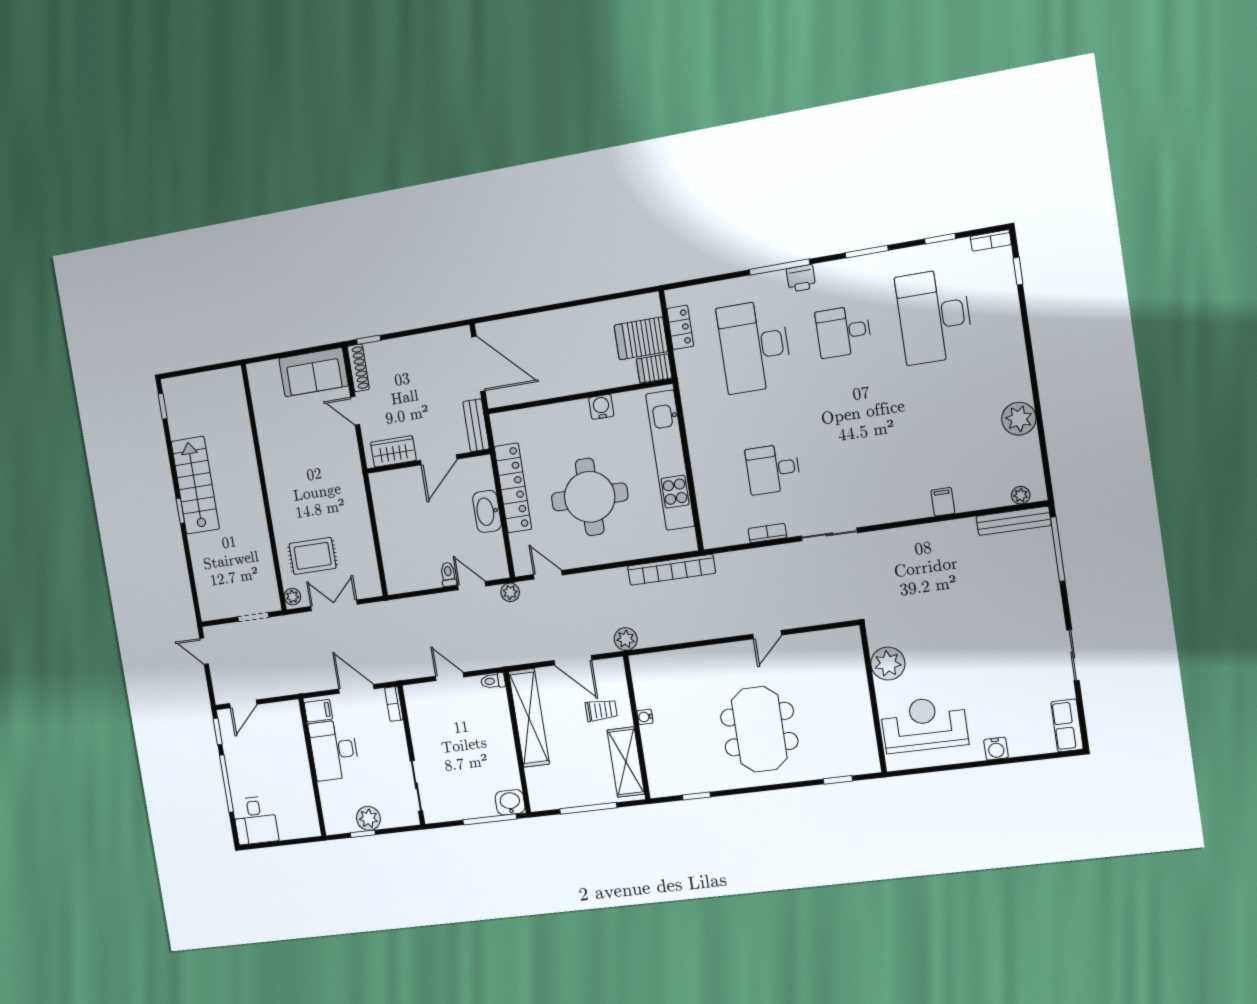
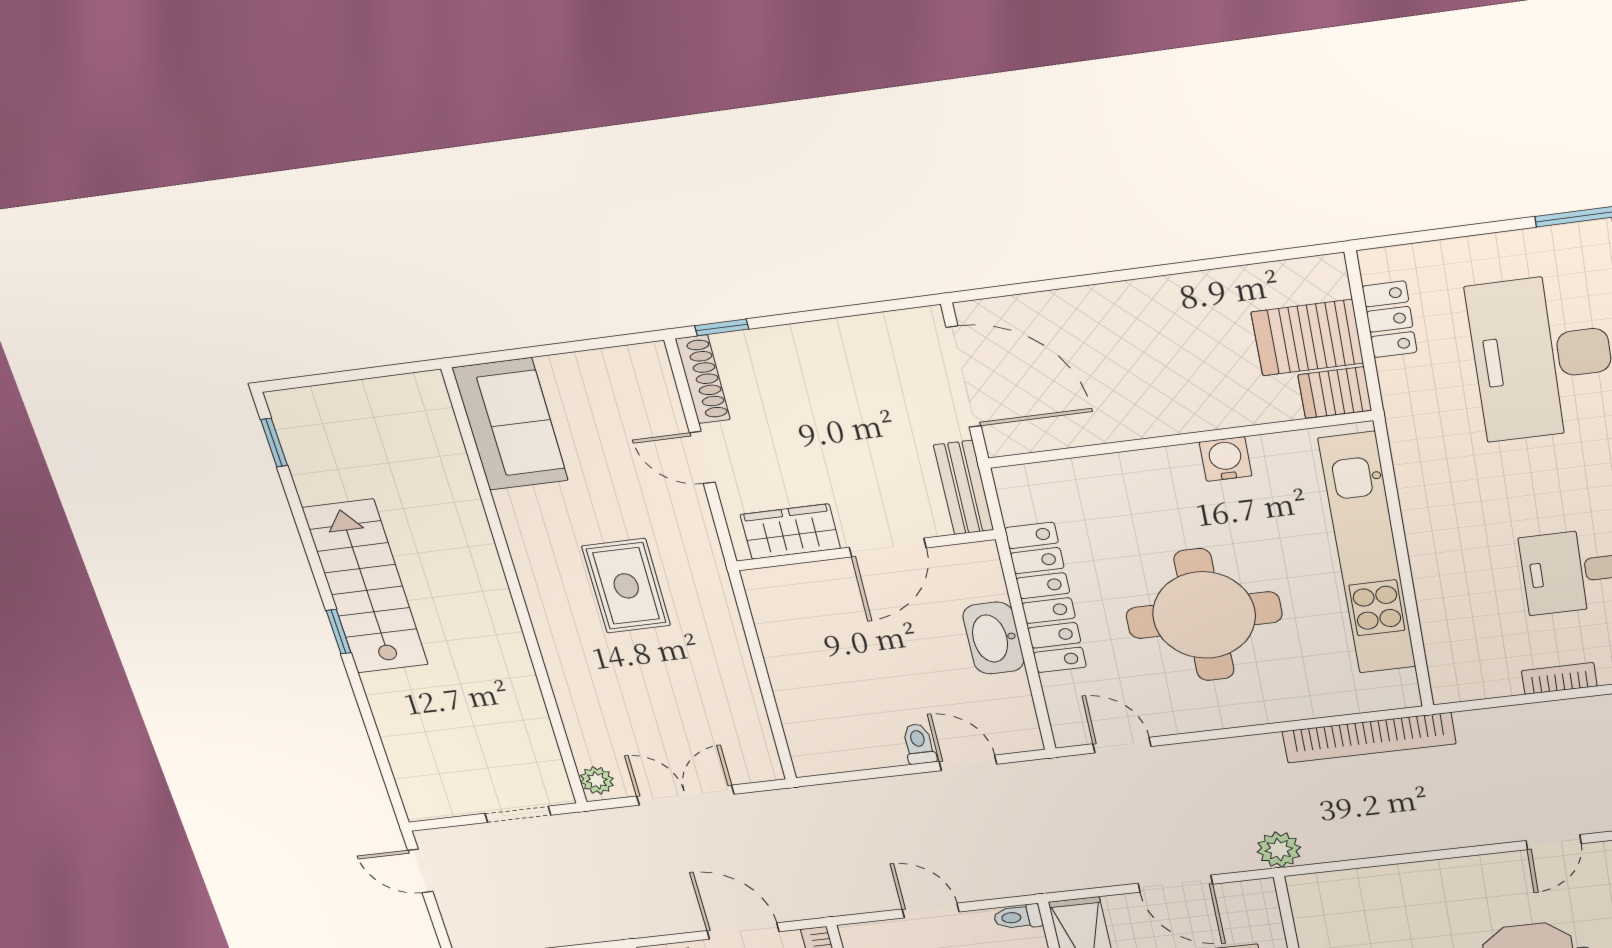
sofa: (314, 372) -> (510, 424), moved, turned -90
rug: (313, 556) -> (626, 586), moved, turned 90
plant: (510, 592) -> (1047, 774), removed

